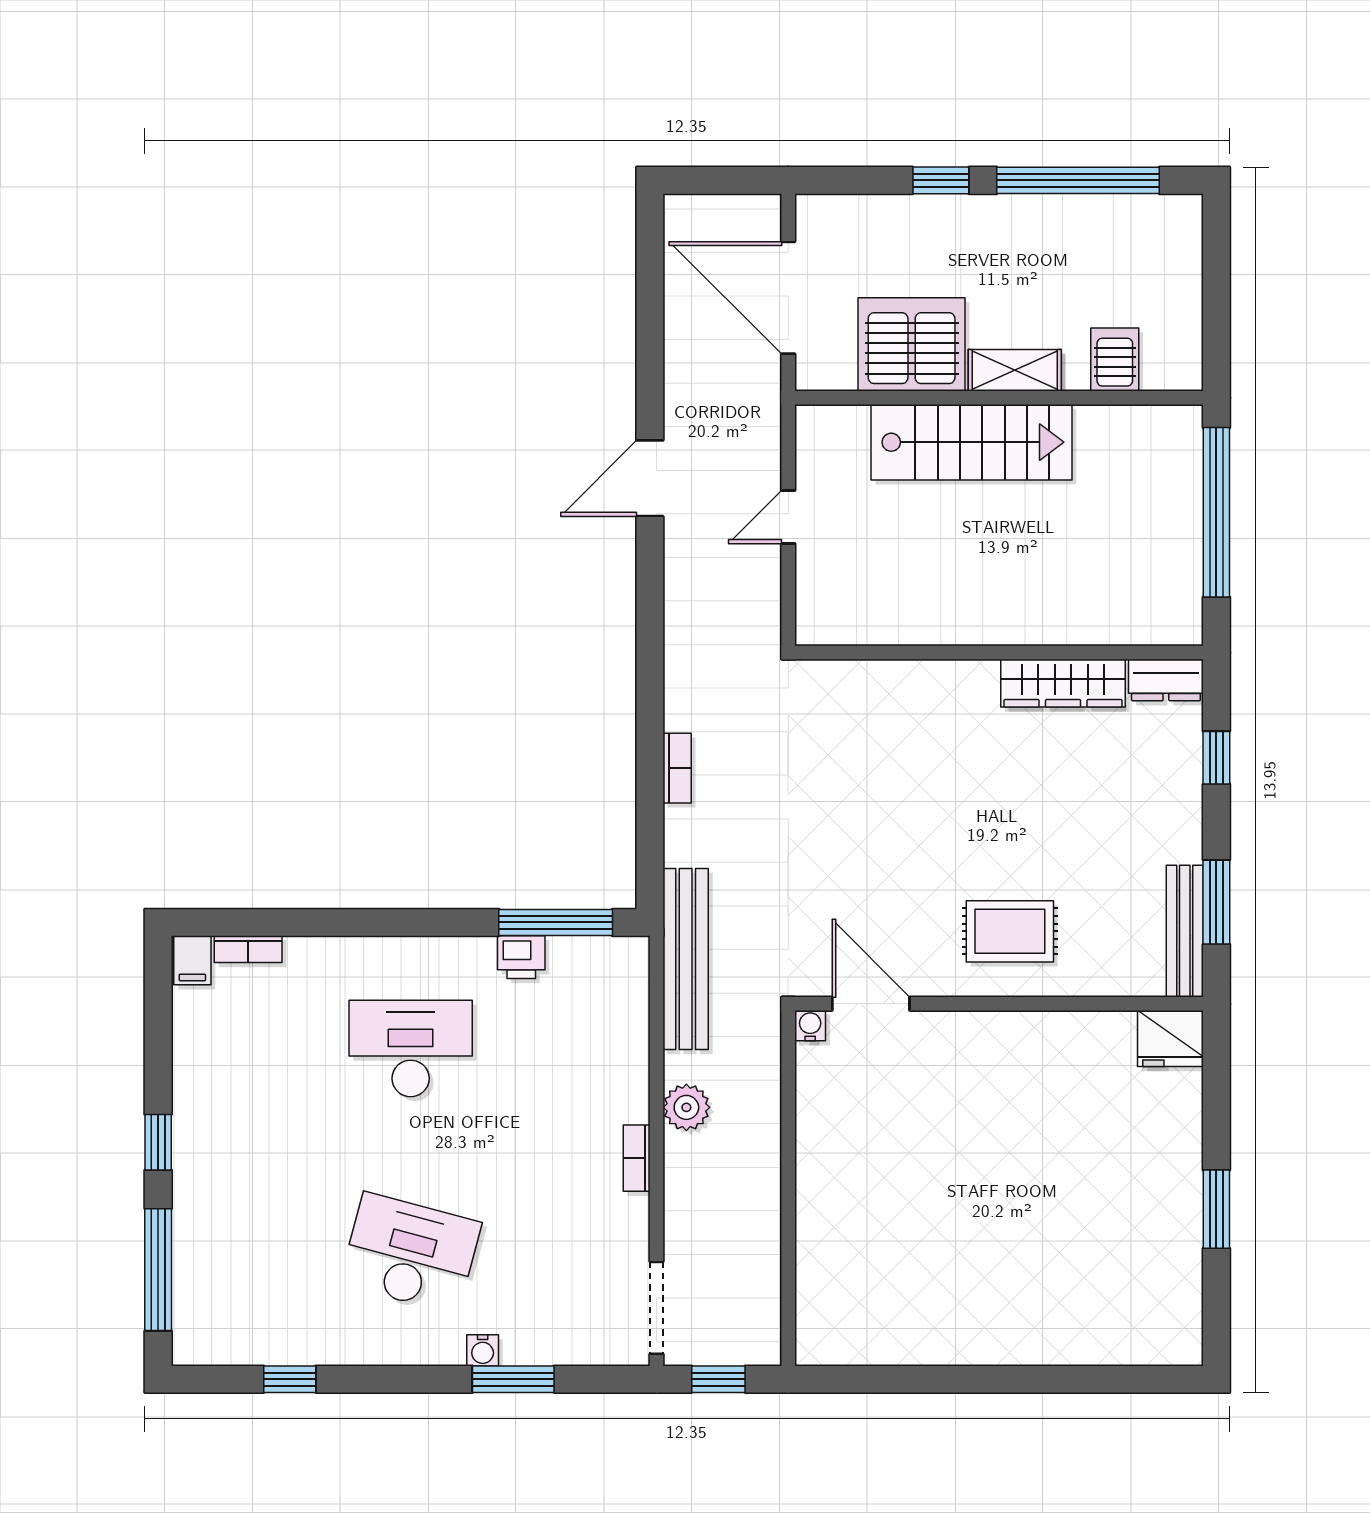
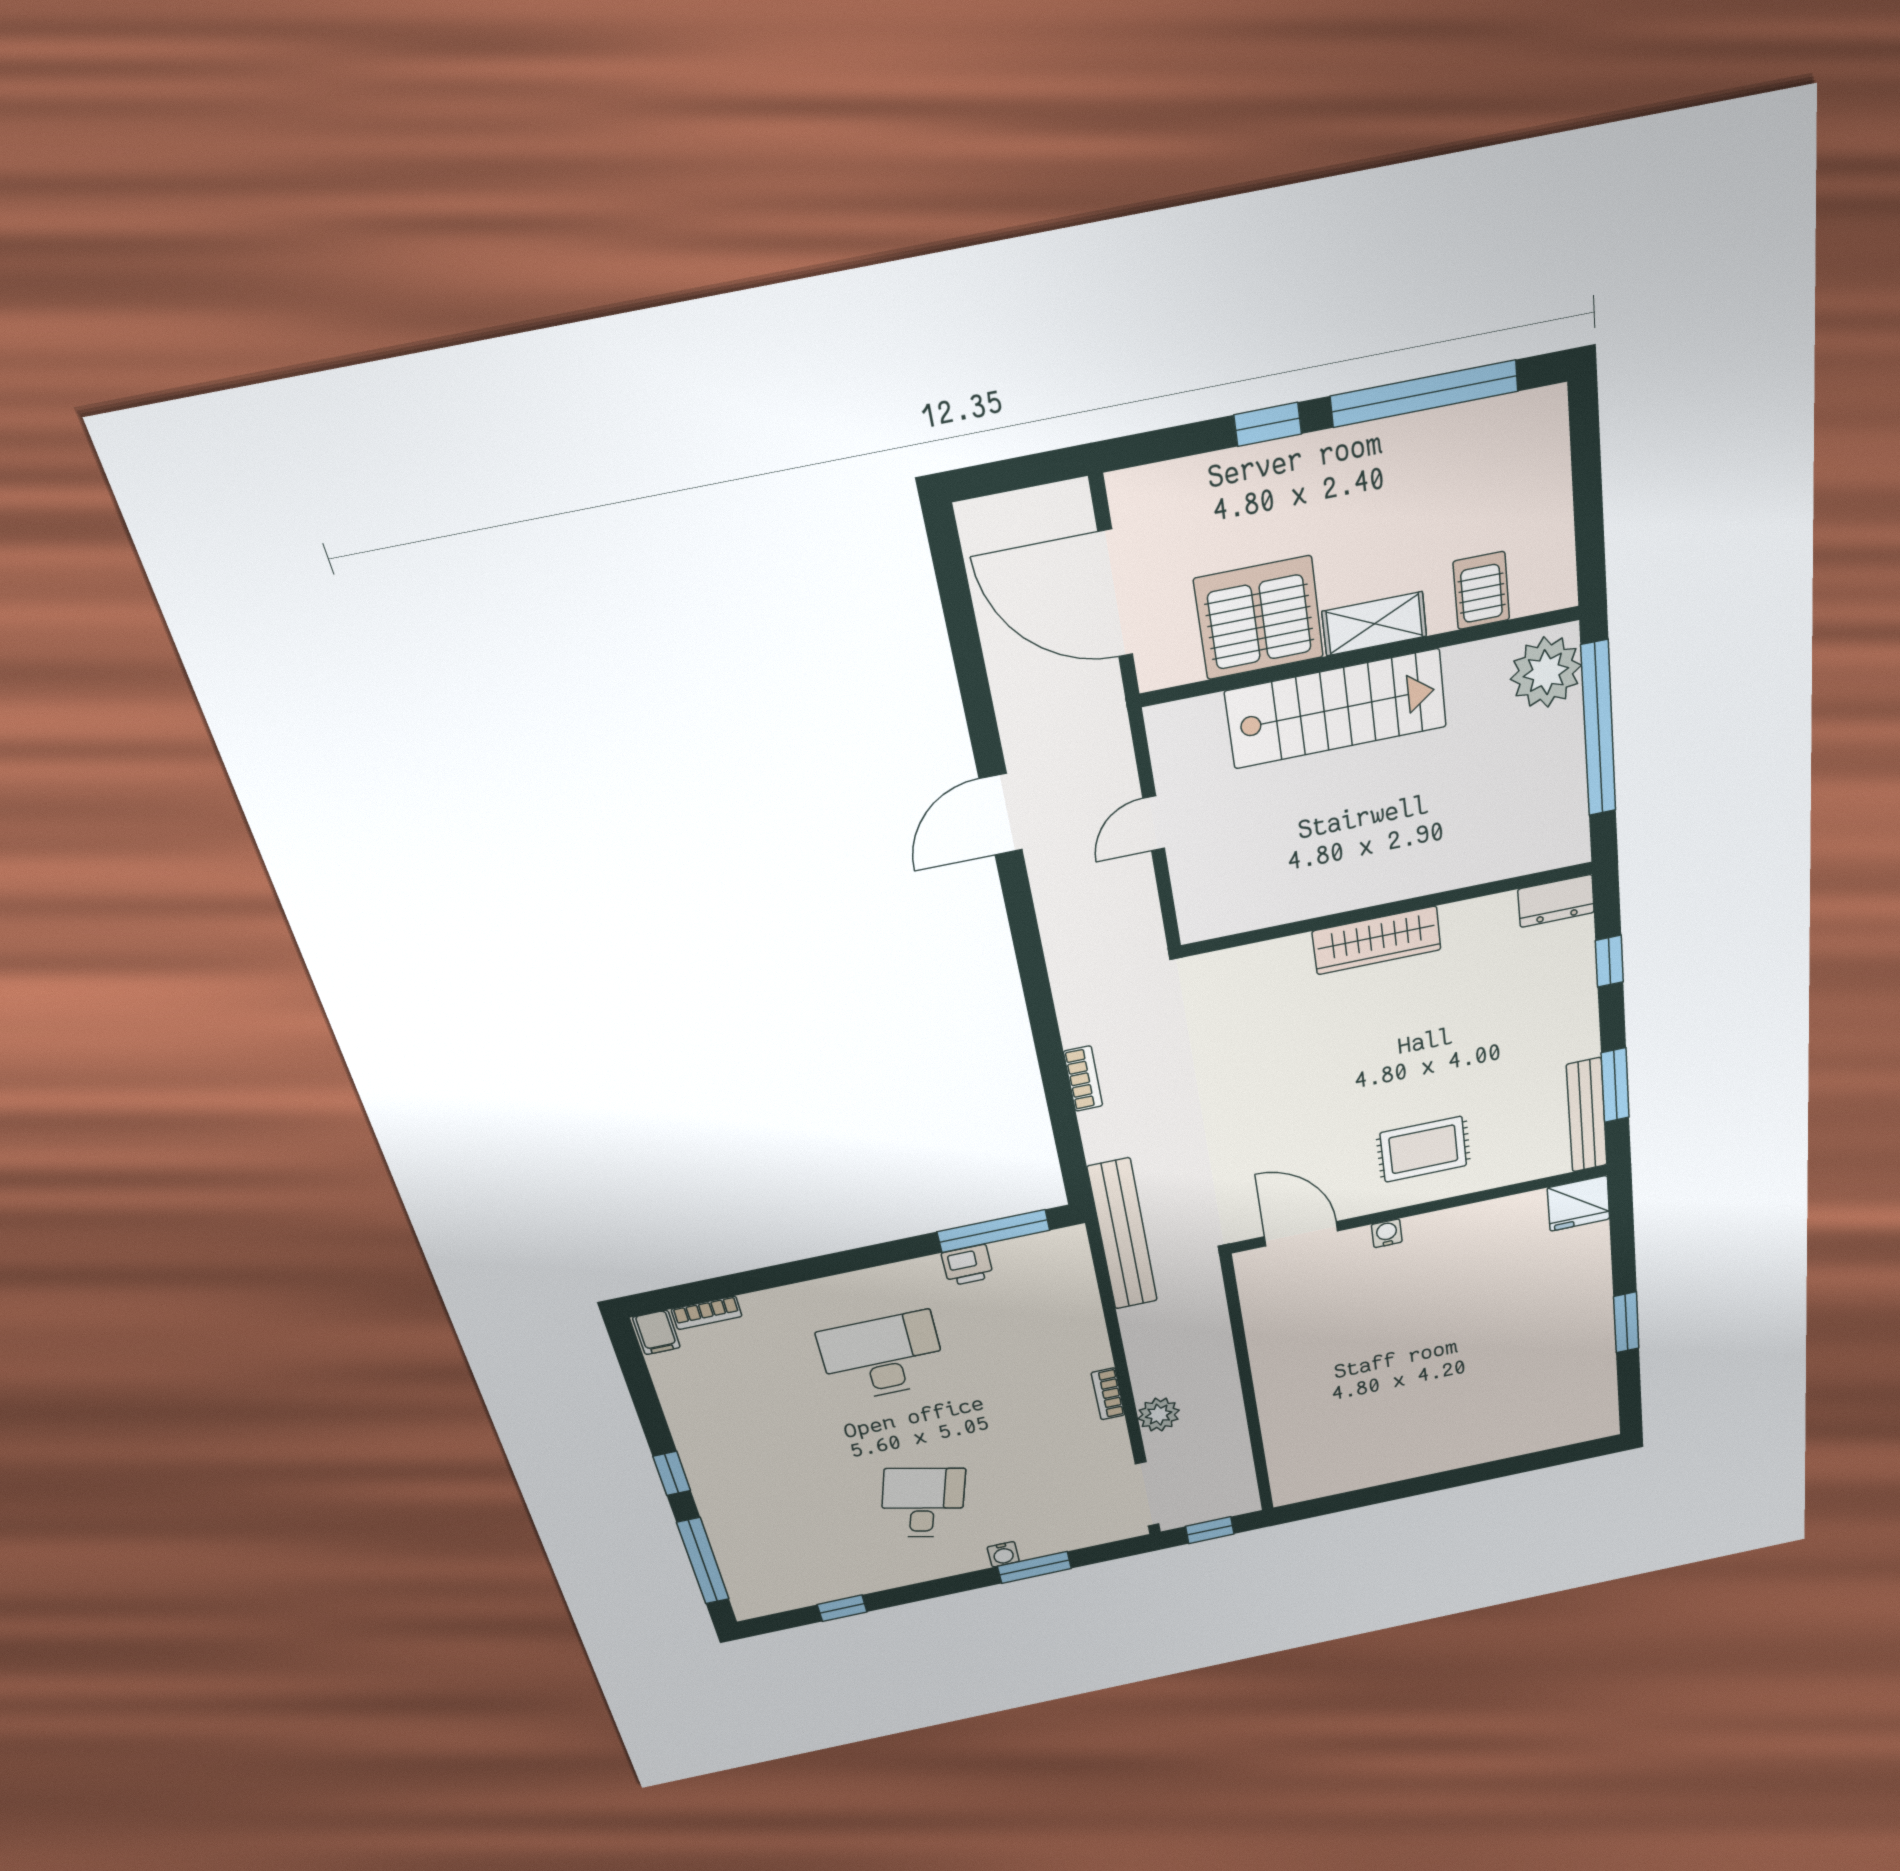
plant: (1169, 447) -> (1546, 672), added
wardrobe: (1063, 683) -> (1377, 940), moved
water cooler: (810, 1026) -> (1387, 1233), moved
plant: (686, 1107) -> (1159, 1415), moved
desk: (411, 1253) -> (923, 1503), width x0.73

